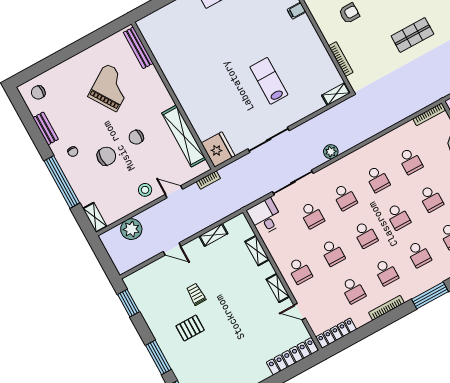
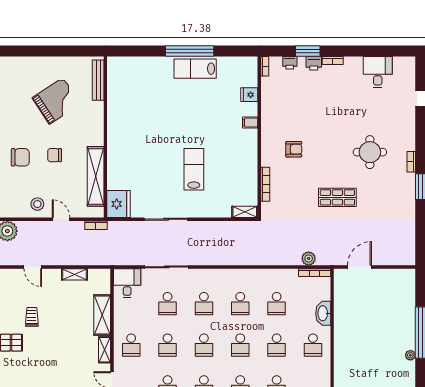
plant: (331, 152) -> (309, 258), moved
shelving: (257, 251) -> (102, 315), width x1.50, depth x1.33

